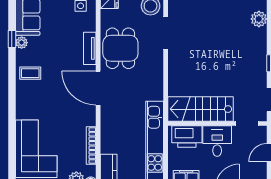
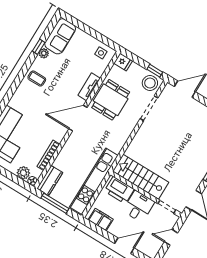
door: (98, 88) -> (78, 118), hinge flipped

